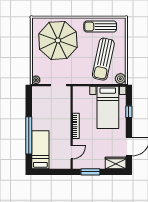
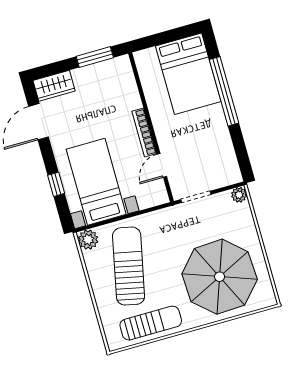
bed: (40, 150) -> (188, 74), width x1.50
door: (72, 152) -> (162, 165), moved

